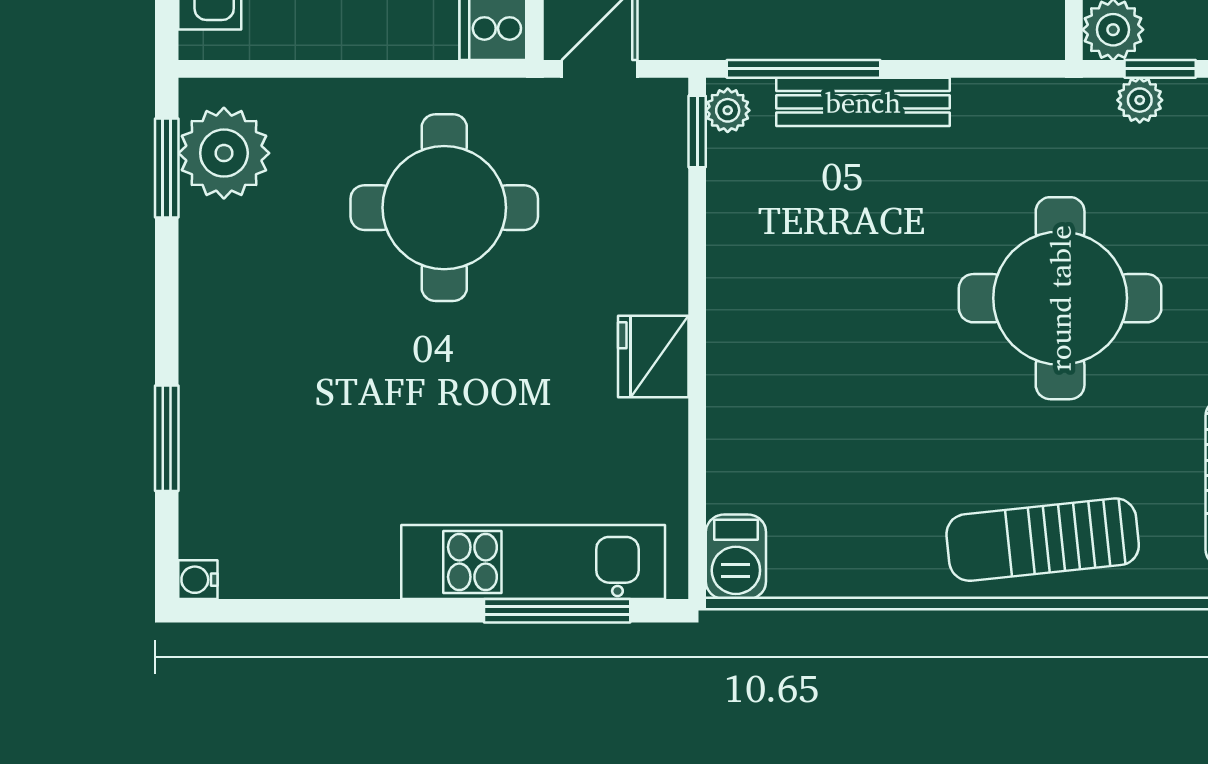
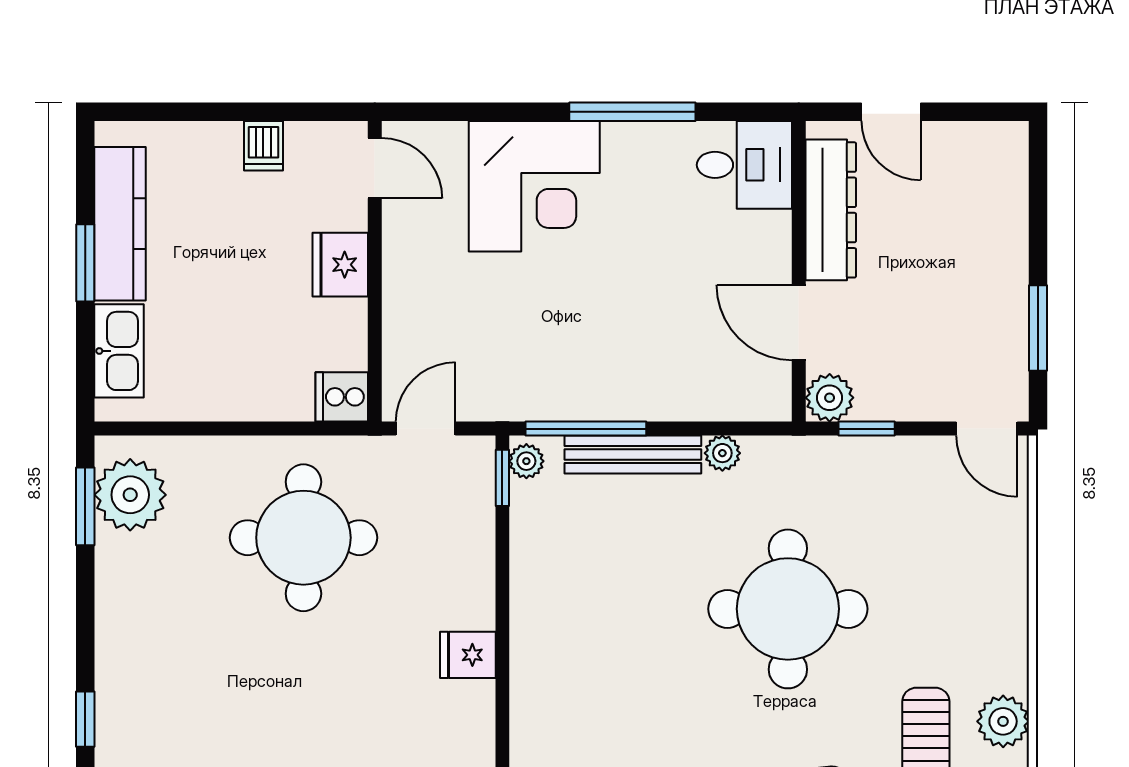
plant: (1140, 100) -> (722, 453), moved
fridge: (653, 357) -> (468, 655), width x0.72
window: (167, 438) -> (85, 719), width x0.67

